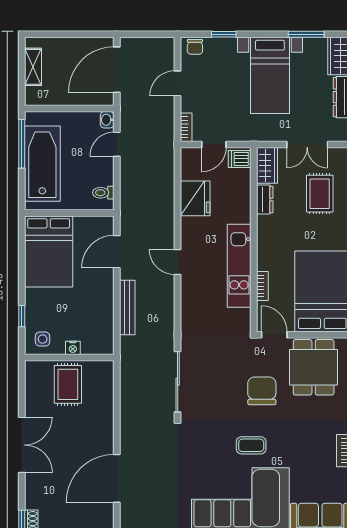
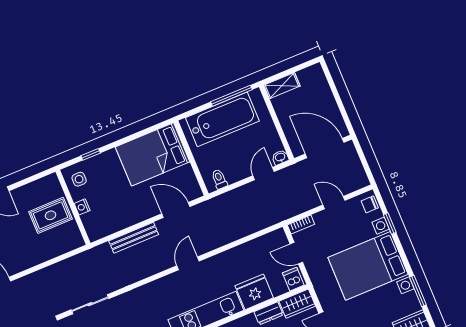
shelving: (33, 67) -> (282, 86), moved
bed with nightstands: (270, 75) -> (368, 266), width x1.36
door: (117, 144) -> (264, 174), hinge flipped
fridge: (195, 198) -> (254, 292), moved, turned 180
sliding door: (178, 382) -> (90, 304), width x0.73

